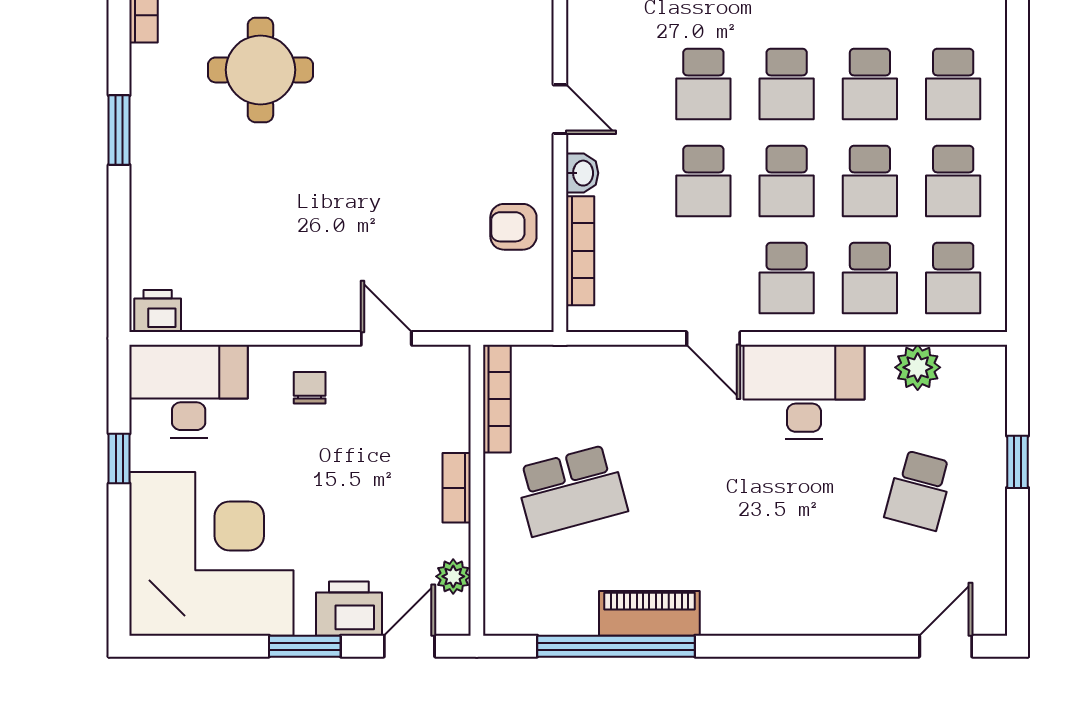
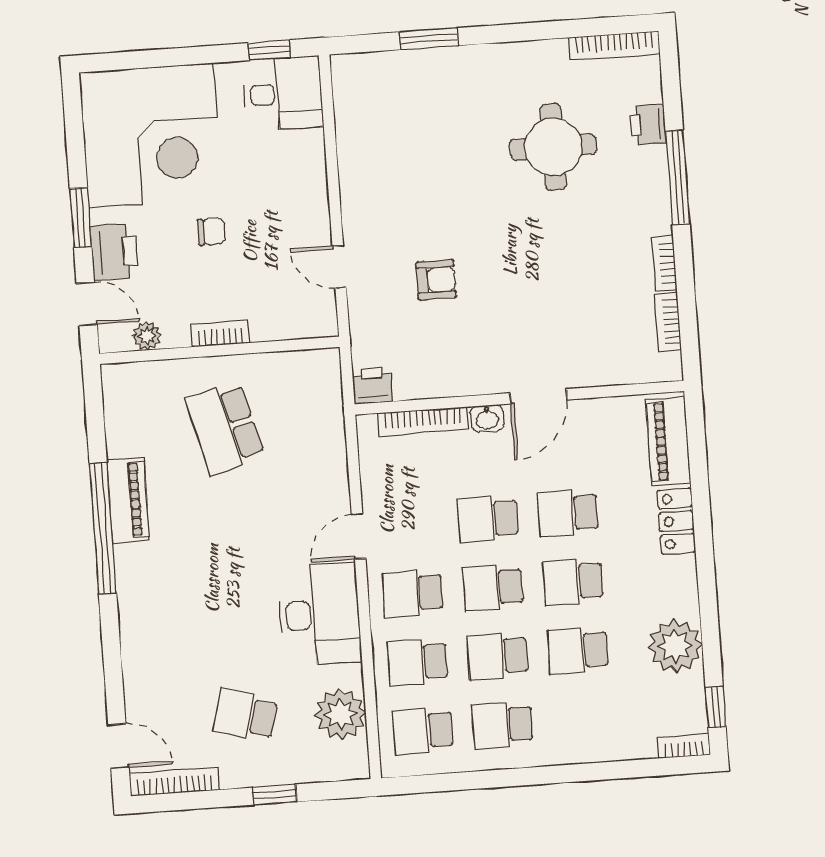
school desk: (953, 84) -> (583, 719), removed
door: (560, 109) -> (538, 396), width x1.38
window: (119, 130) -> (429, 39), moved
armchair: (513, 227) -> (436, 280), moved, turned 90
printer: (158, 311) -> (372, 386), moved, turned -90
door: (386, 338) -> (339, 267), swing flipped
plant: (918, 367) -> (340, 714), width x1.36, depth x1.36
chair: (310, 388) -> (211, 232), moved
desk: (189, 391) -> (283, 94), width x0.73
bookcase: (497, 399) -> (174, 782), moved, turned 180
window: (119, 459) -> (269, 50), moved
window: (616, 646) -> (103, 528), moved

